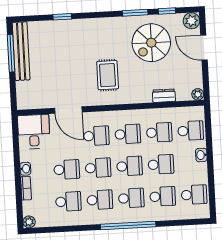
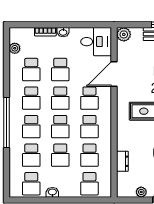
plant: (198, 94) -> (141, 192), moved
plant: (24, 102) -> (124, 34), added
washbasin: (201, 155) -> (52, 192), moved
plant: (29, 222) -> (15, 48), moved

